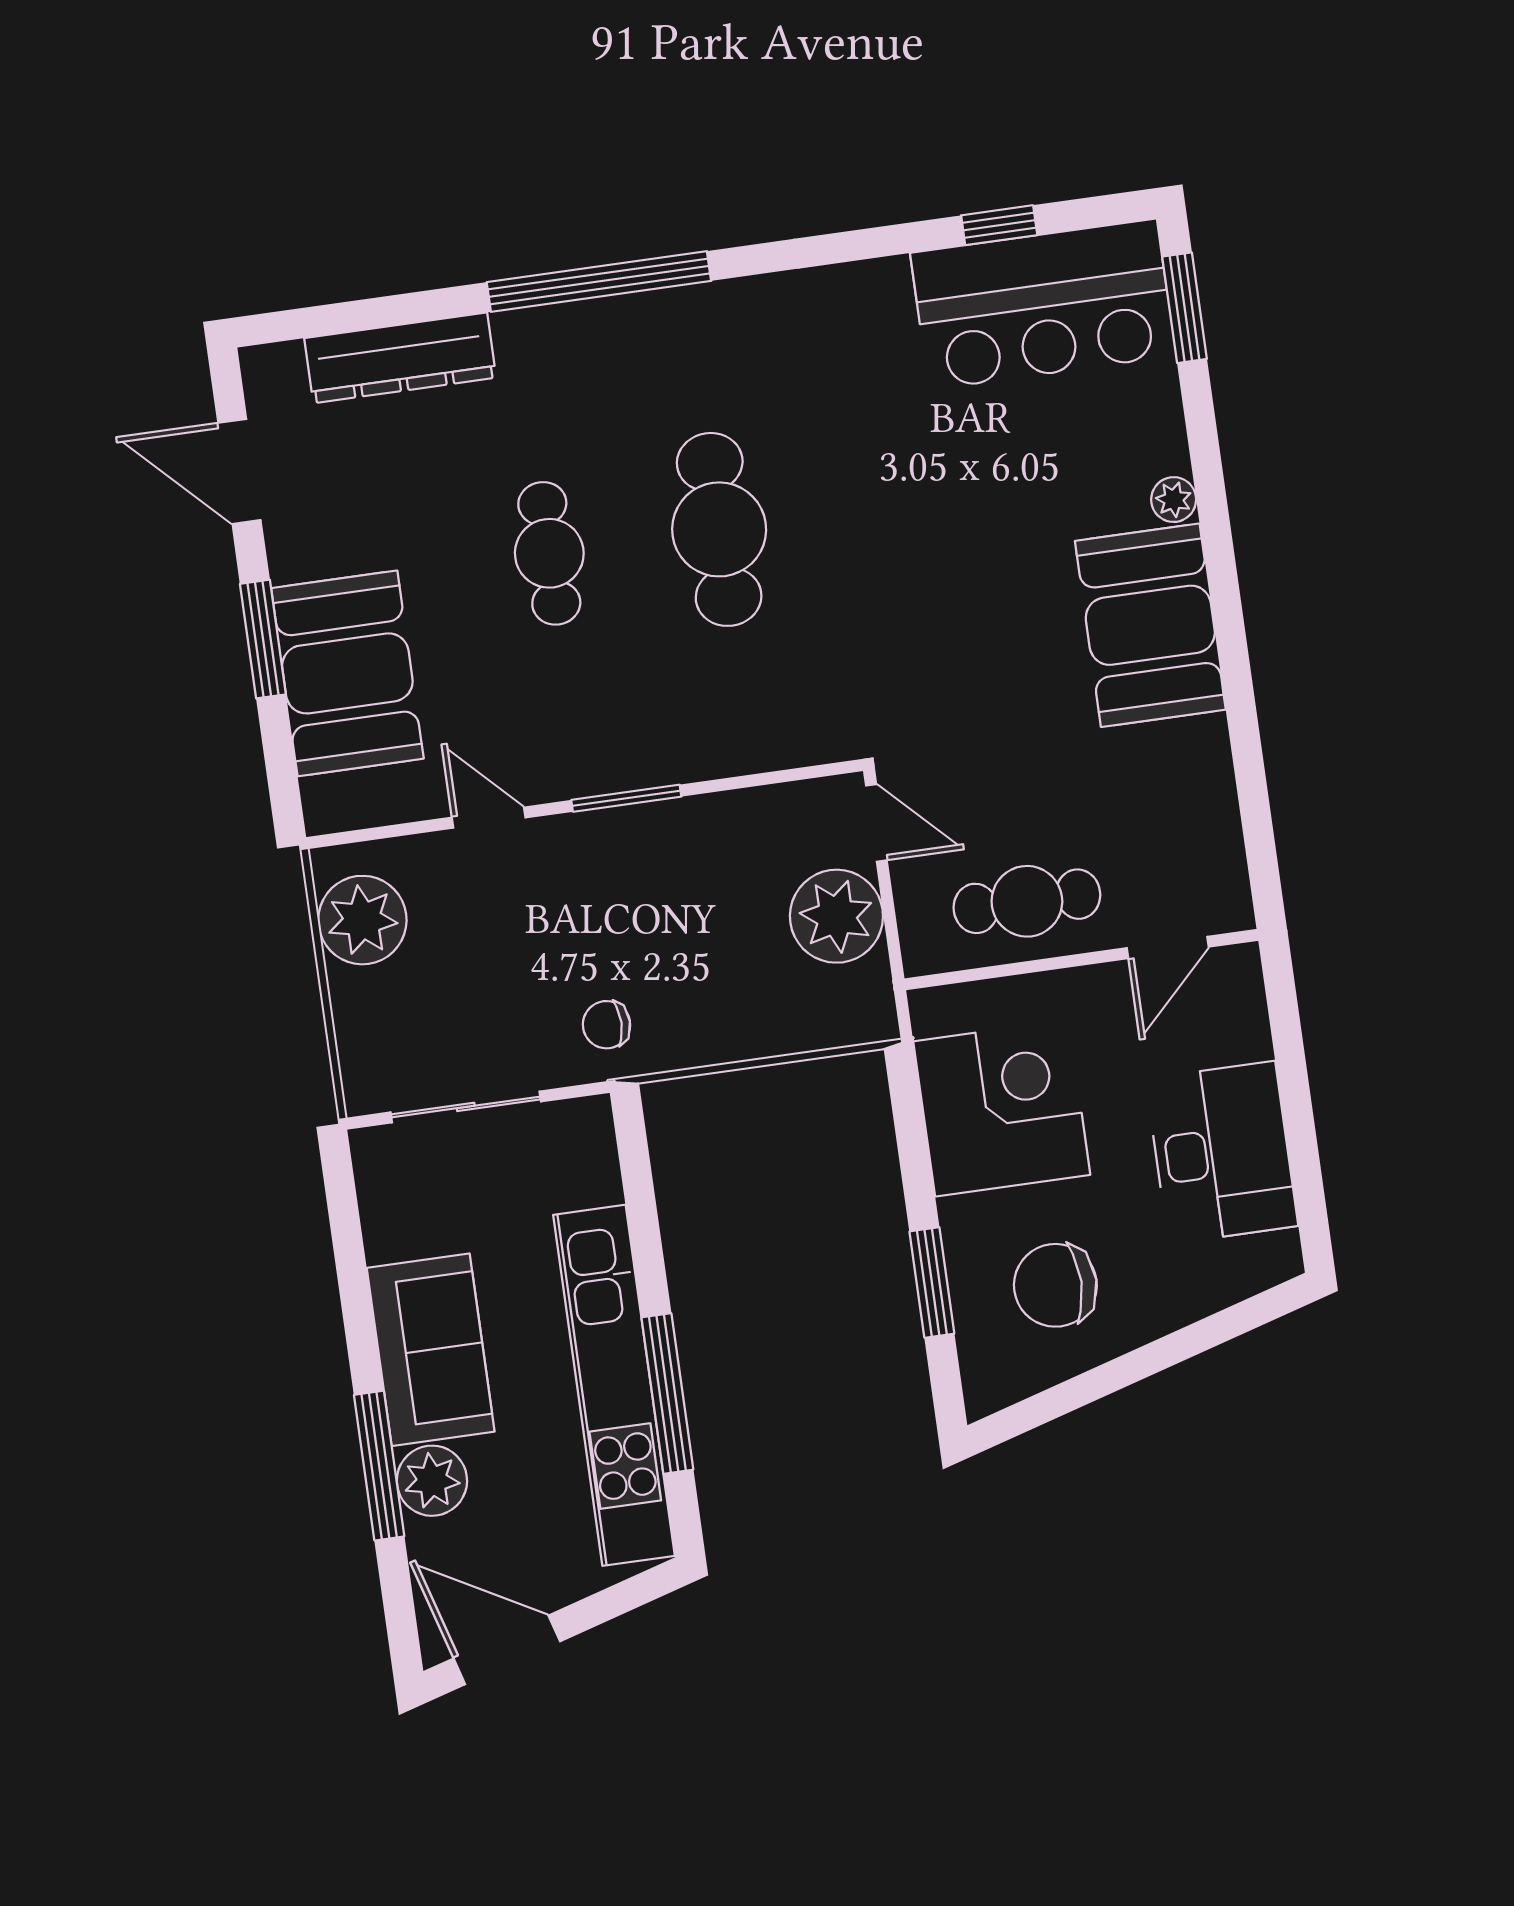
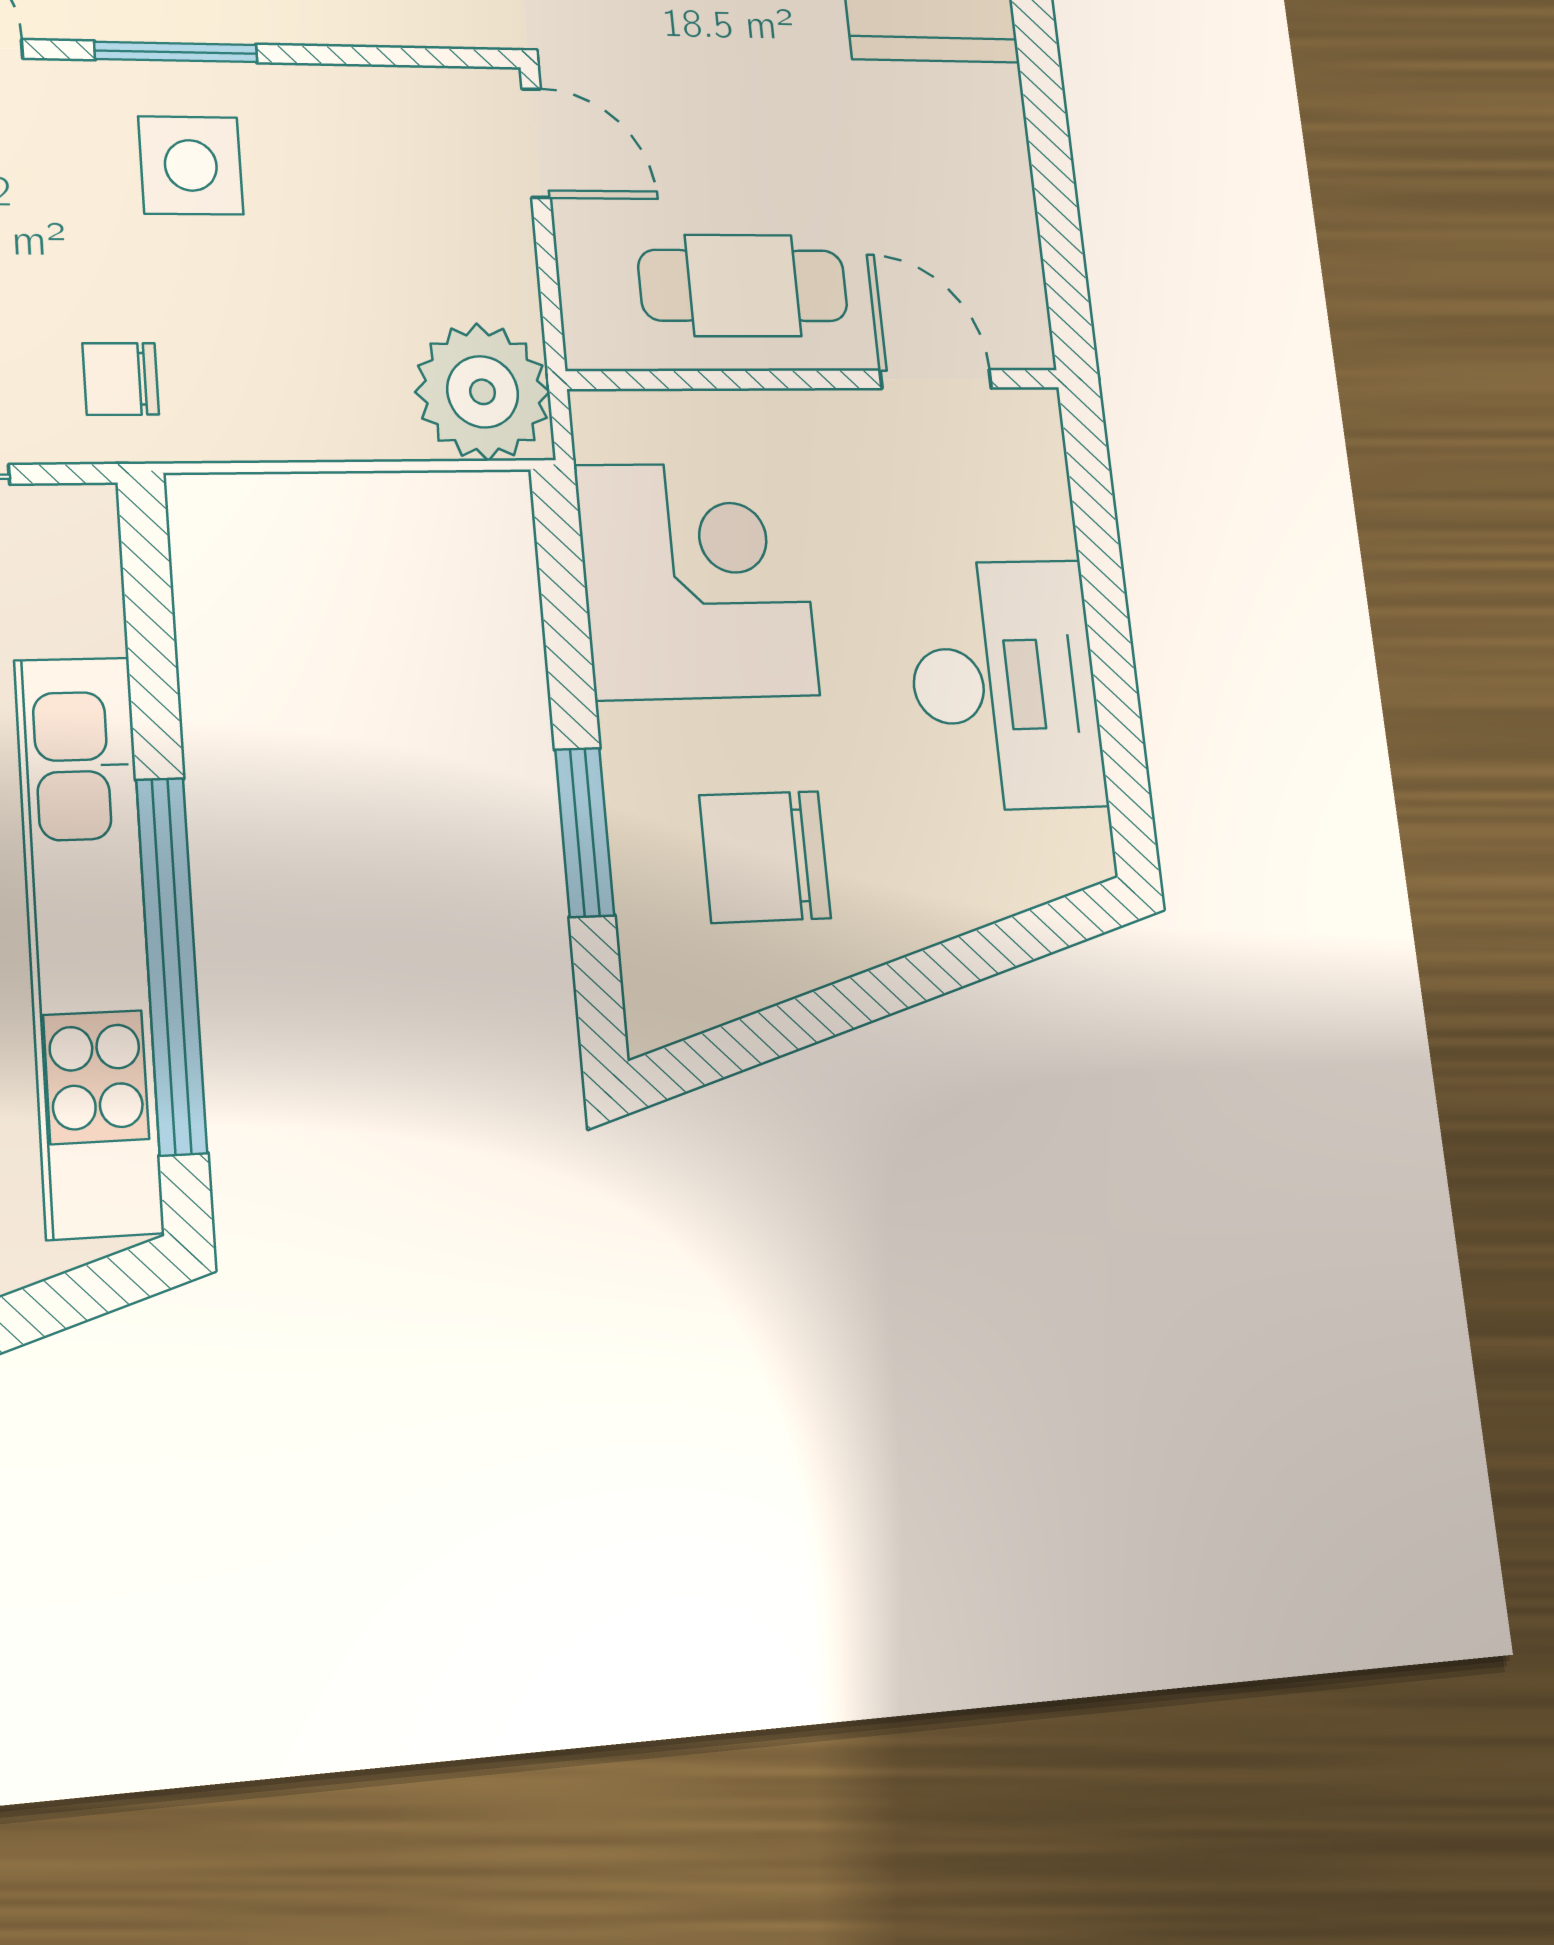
side table: (642, 875) -> (191, 165), added
plant: (836, 916) -> (483, 392), moved
door: (1168, 947) -> (936, 379), swing flipped
window: (667, 1394) -> (171, 965), width x1.46

